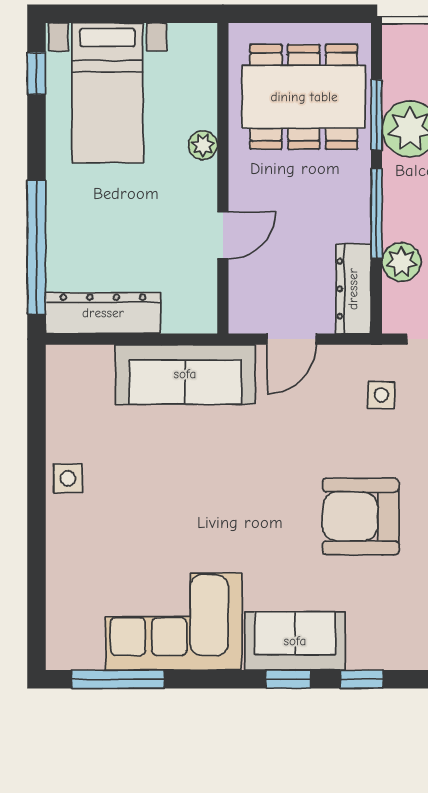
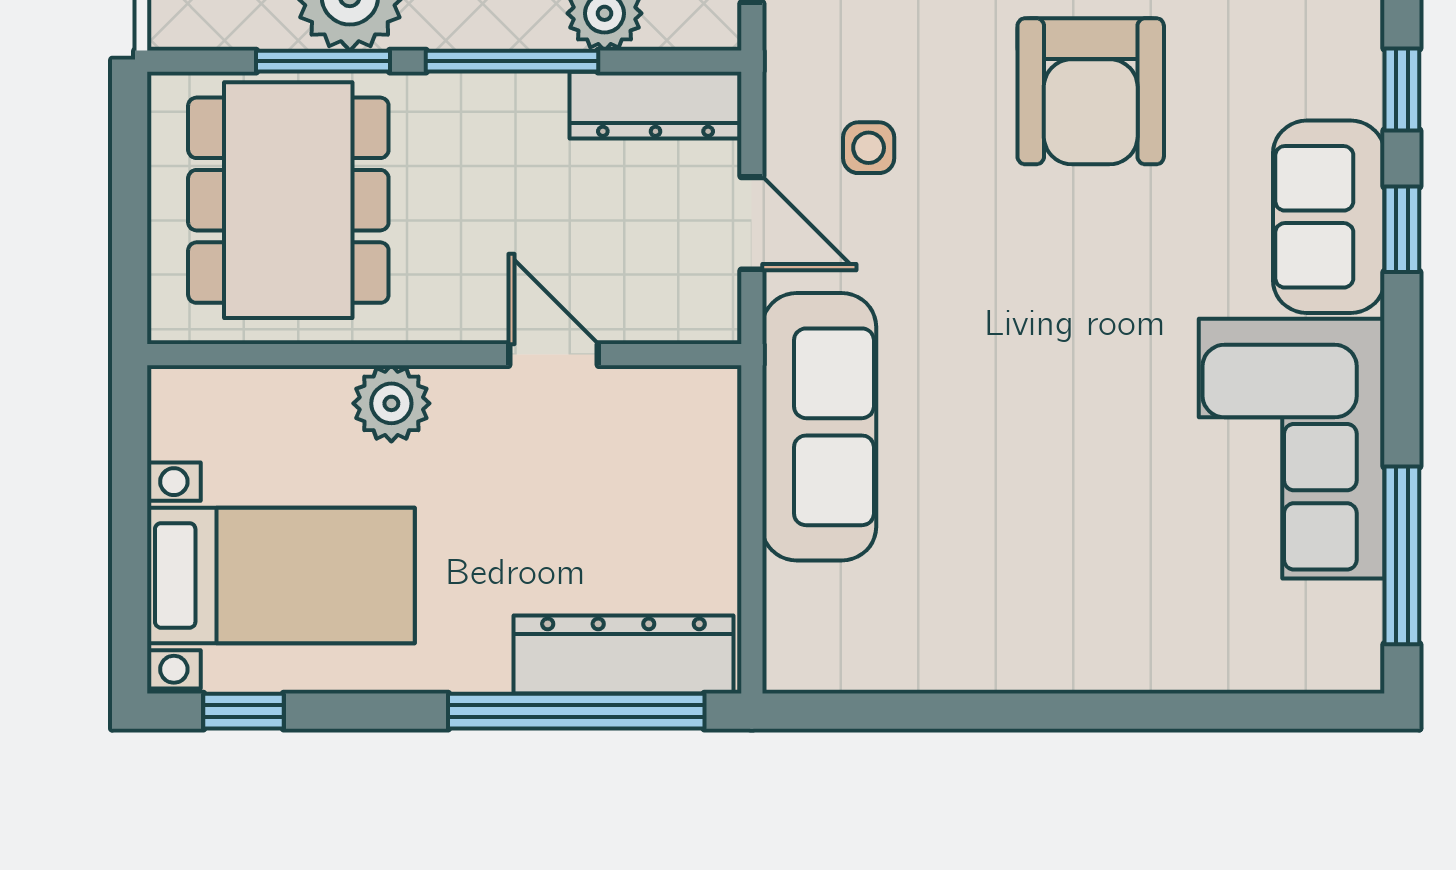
plant: (203, 145) -> (391, 403), width x1.38, depth x1.38
dresser: (103, 313) -> (623, 654), moved, turned 90
side table: (381, 395) -> (869, 148), moved
side table: (68, 478) -> (1018, 651), removed

